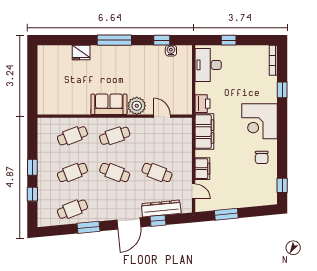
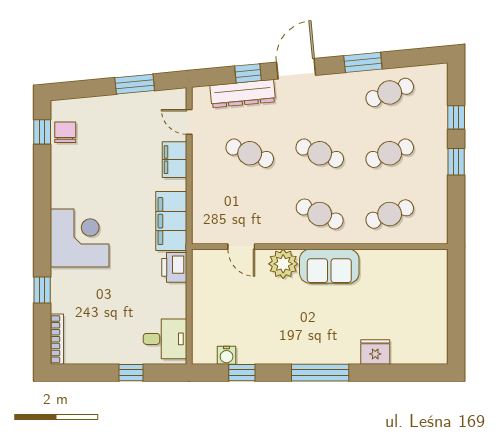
desk: (208, 65) -> (165, 339), width x0.73
cafe table: (115, 136) -> (320, 214), turned 42
chair: (262, 157) -> (65, 132), moved

